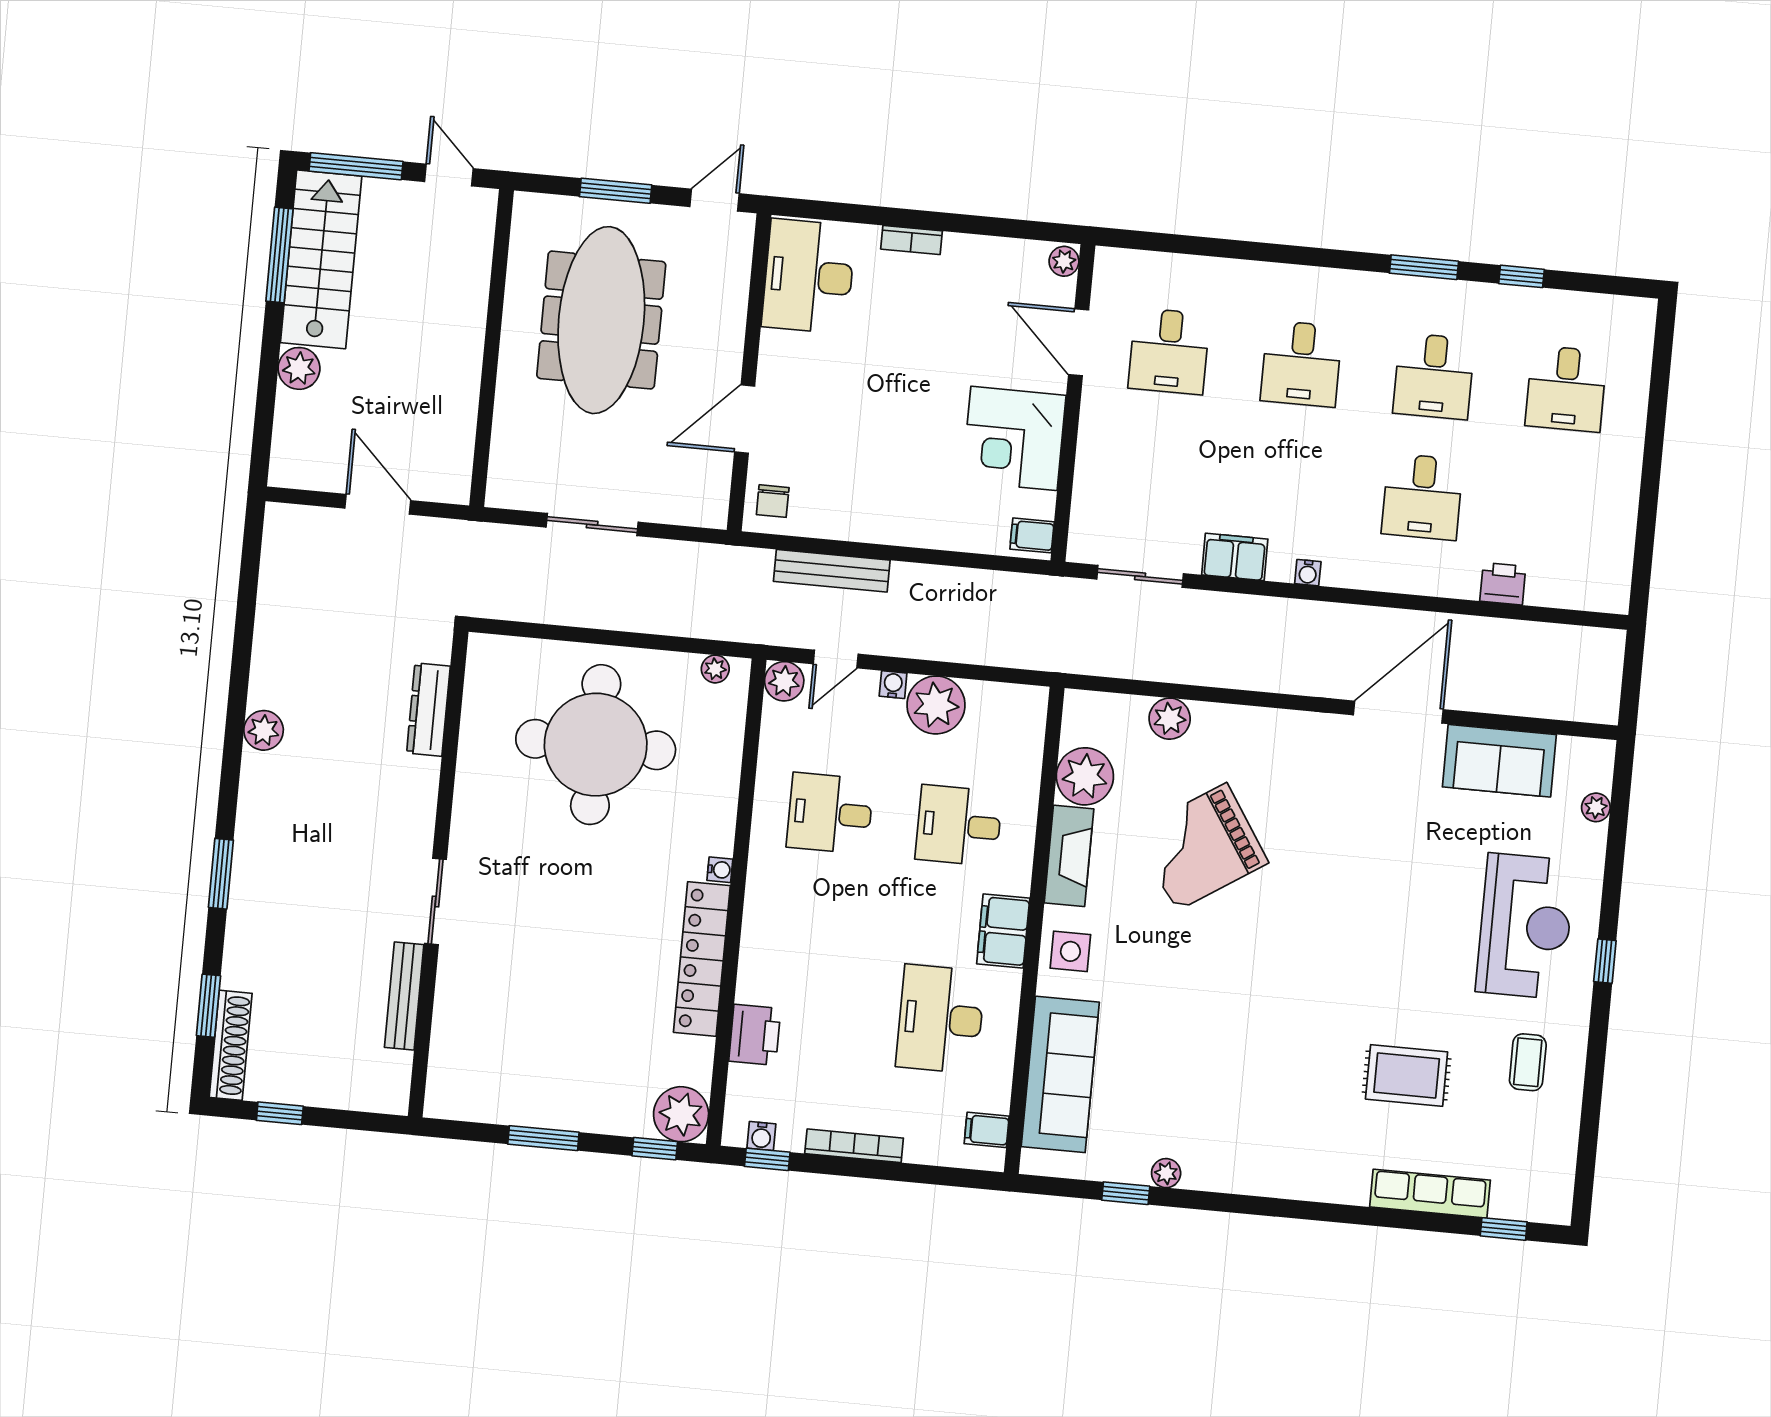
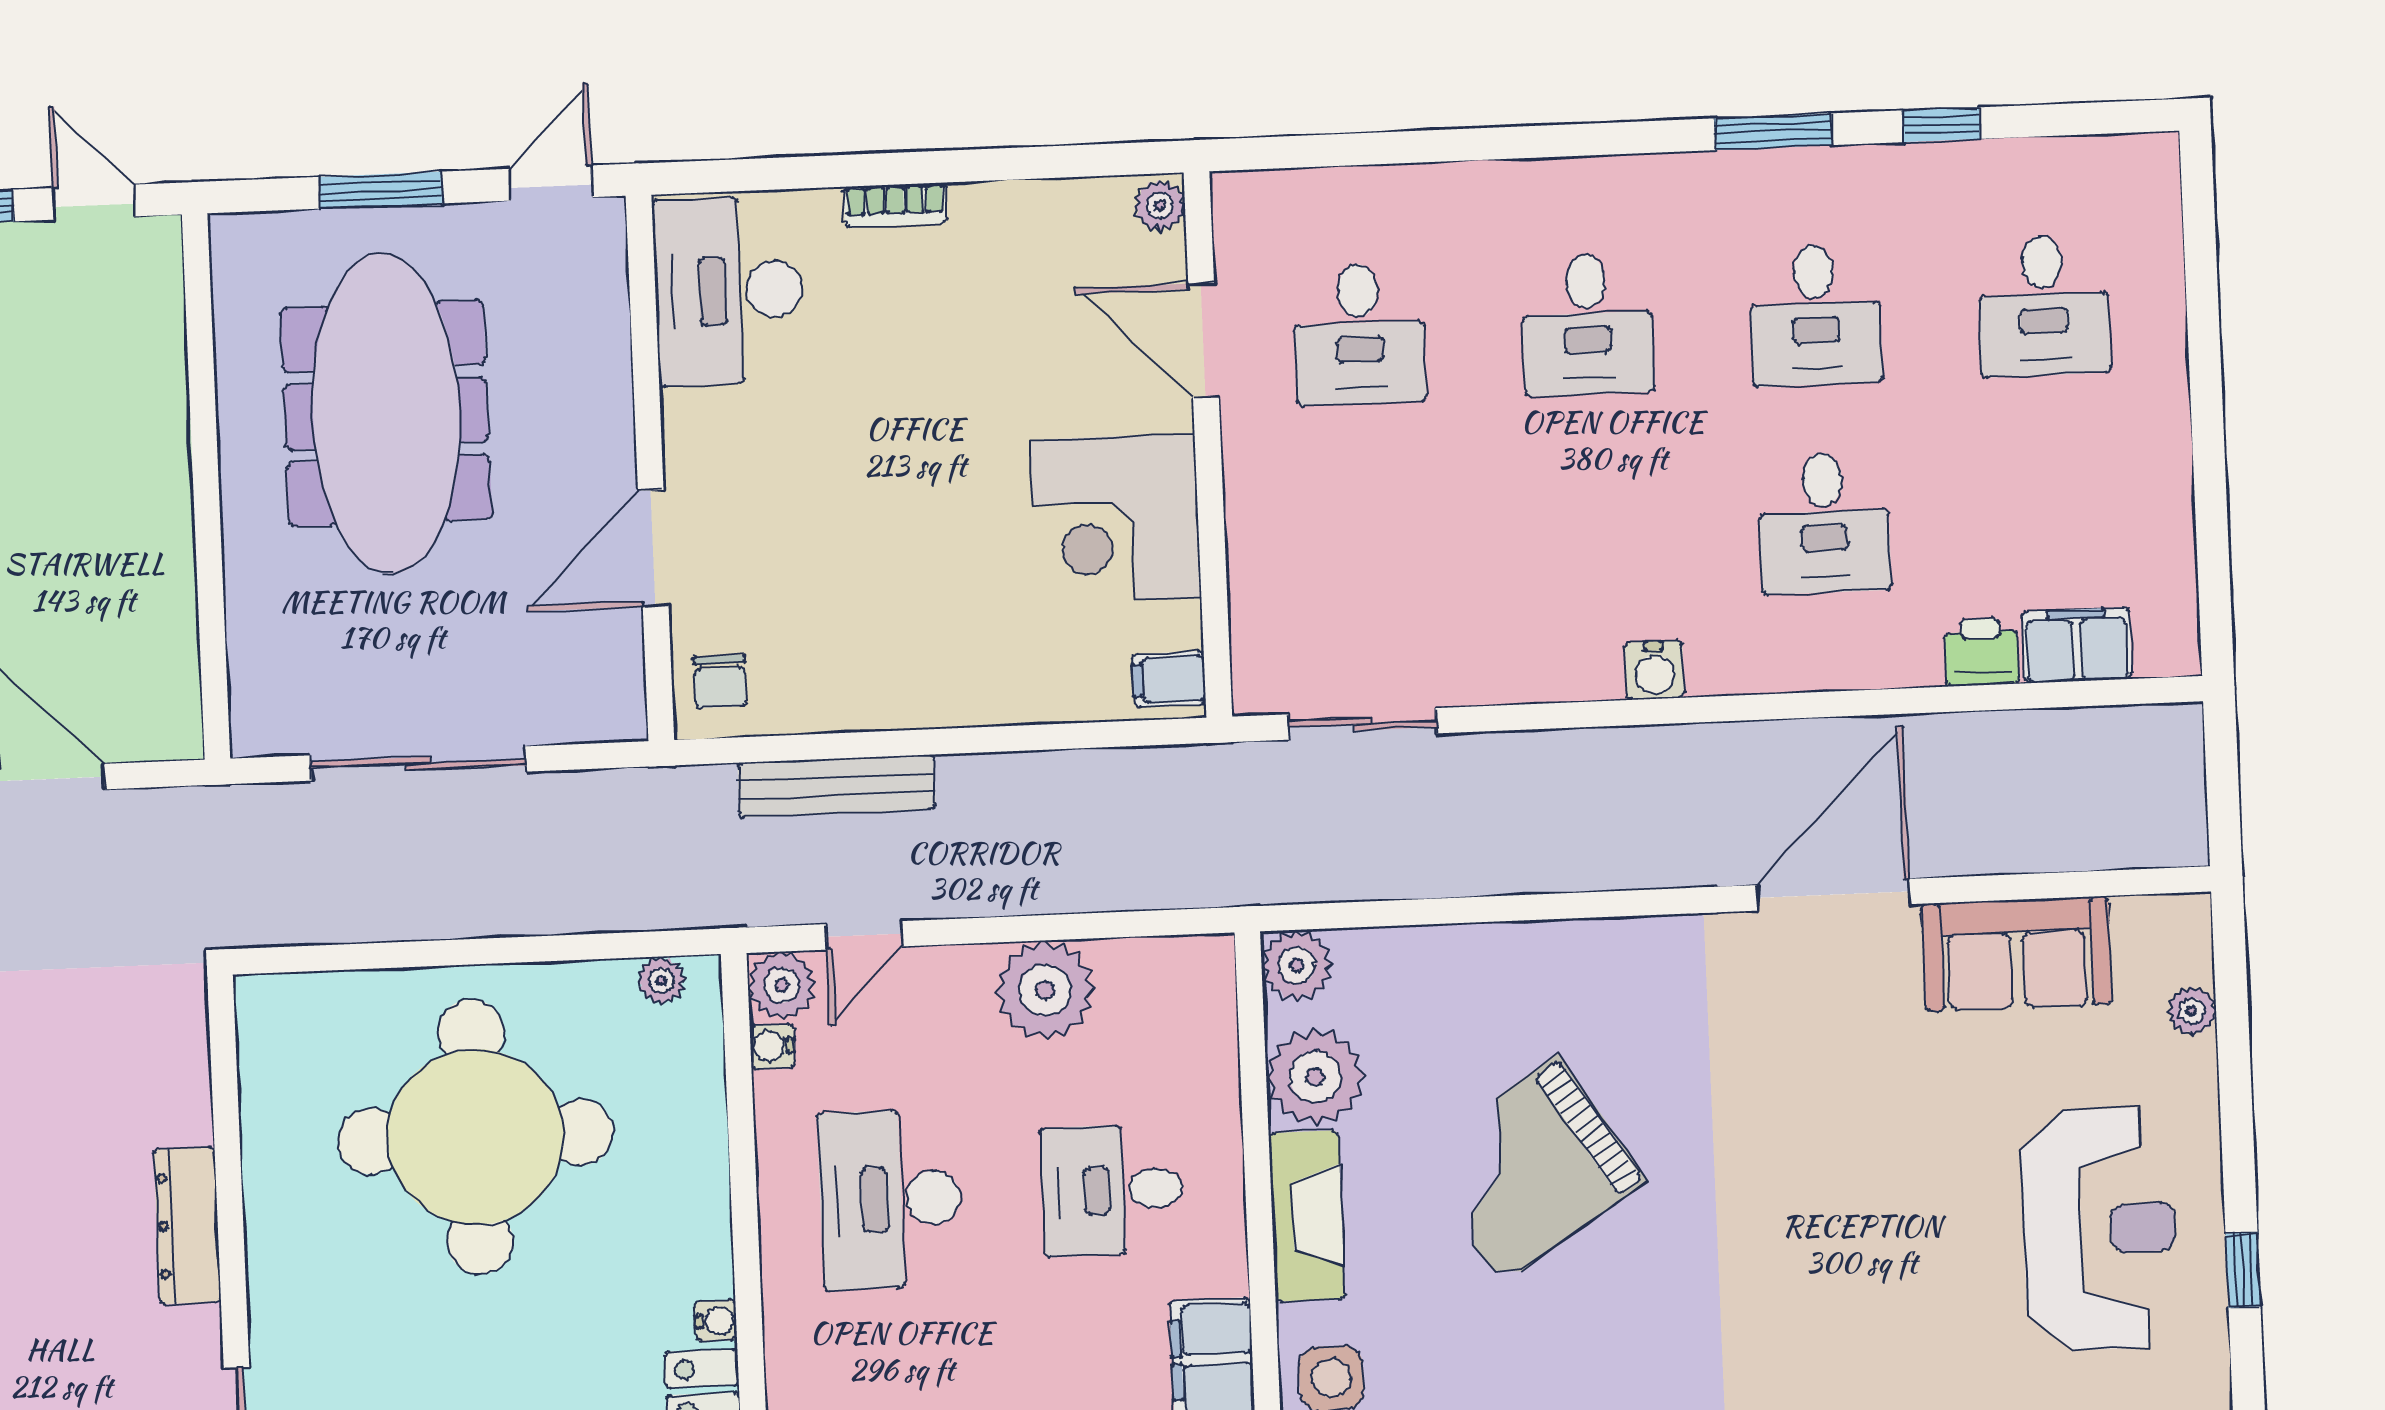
sliding door: (592, 525) -> (418, 763), width x1.37
filing cabinet: (1235, 557) -> (2077, 645), moved
water cooler: (1308, 573) -> (1655, 670), width x1.38, depth x1.38
water cooler: (893, 685) -> (772, 1046), moved, turned -90
dresser: (428, 710) -> (187, 1225), moved
plant: (1170, 719) -> (1297, 965), moved
desk: (830, 813) -> (890, 1199), width x1.37

